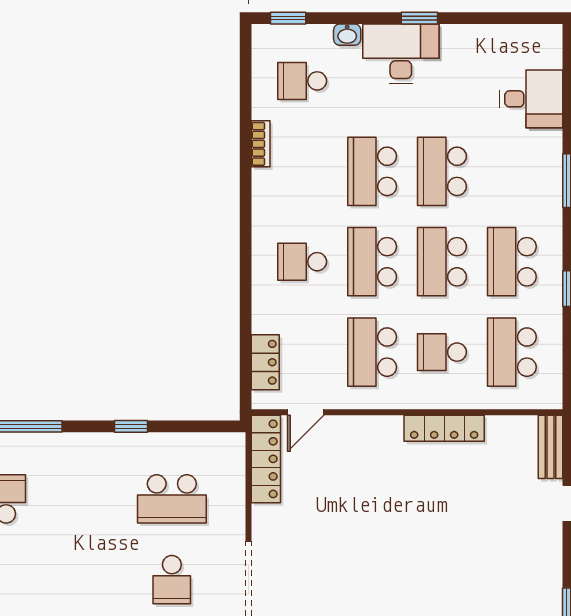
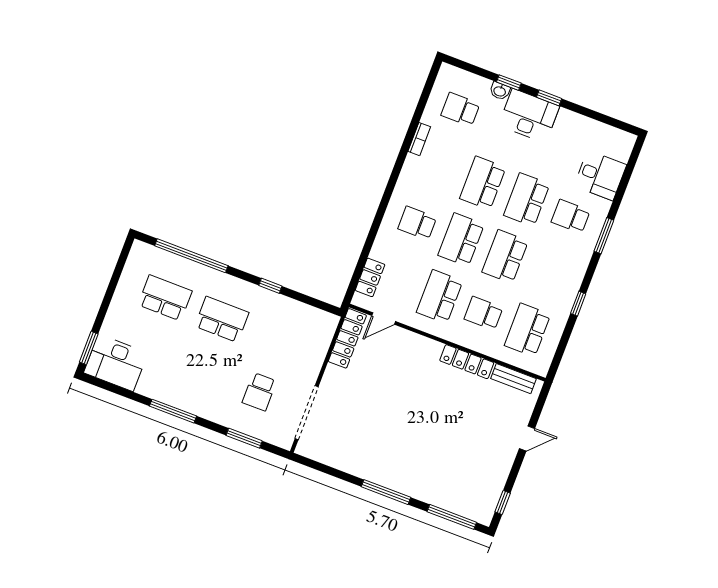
window: (288, 18) -> (509, 83), moved
school desk: (512, 262) -> (571, 216), moved, width x0.54
bench: (550, 447) -> (514, 379), moved, turned 90
school desk: (172, 499) -> (222, 319), moved, turned 180

